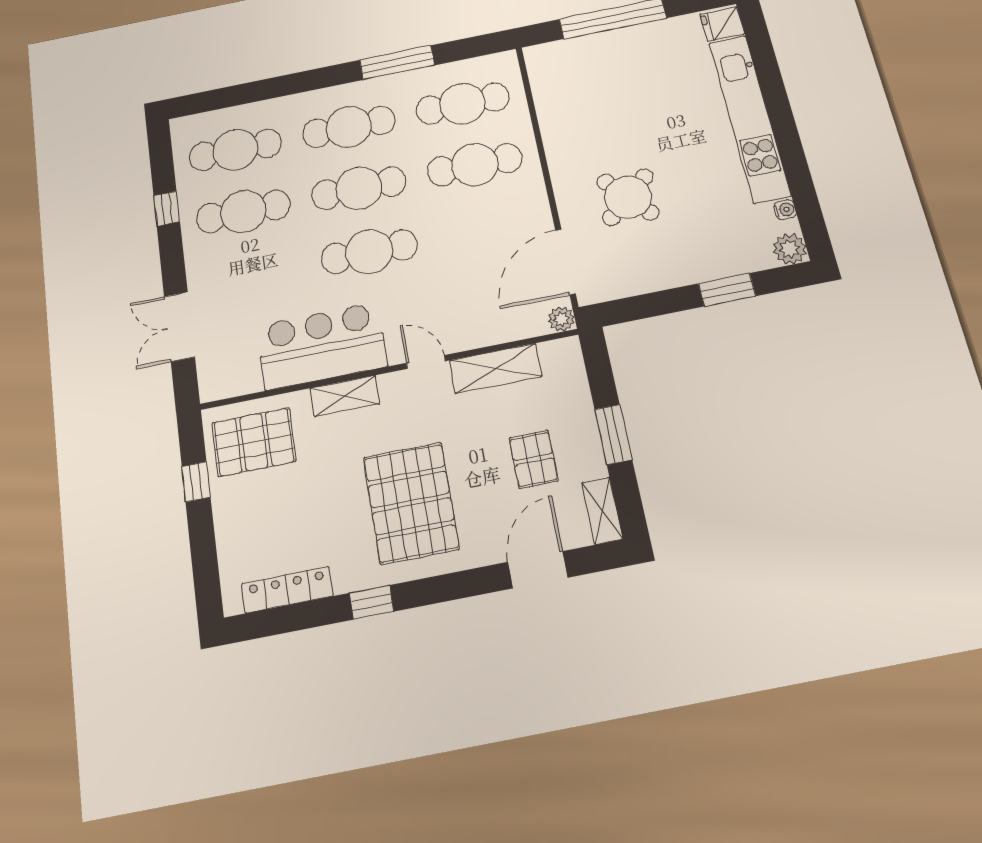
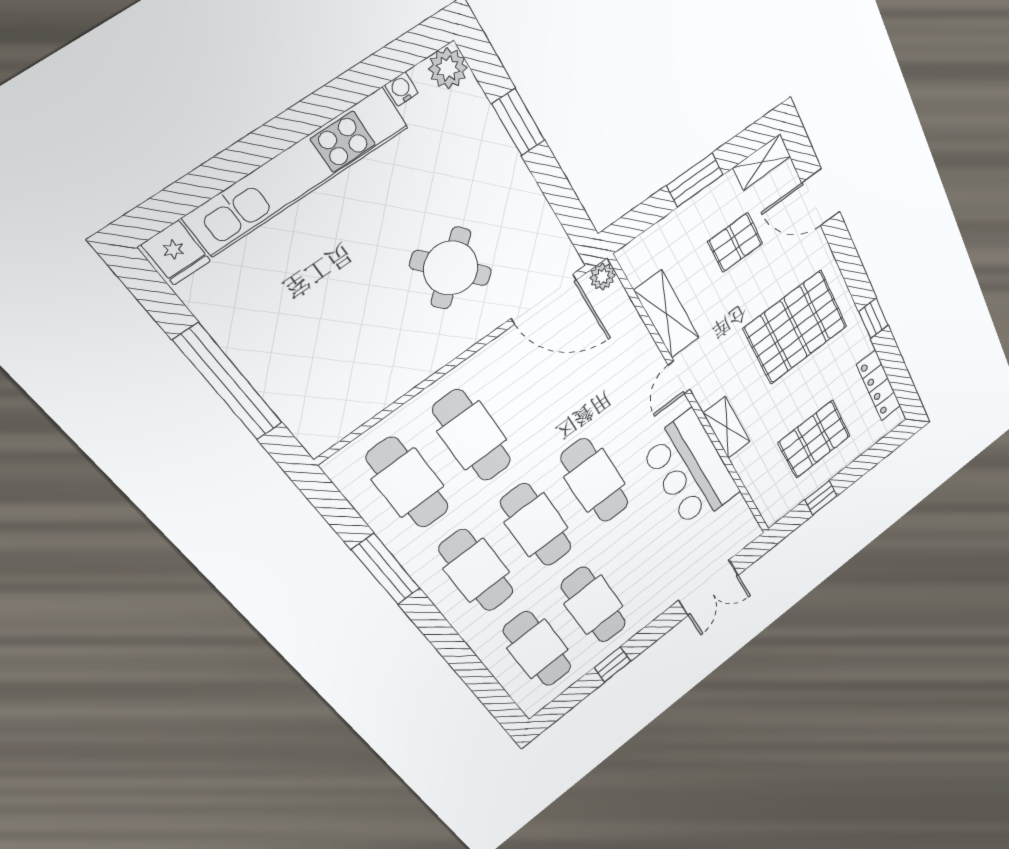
pallet: (254, 442) -> (814, 439), moved, turned 90

